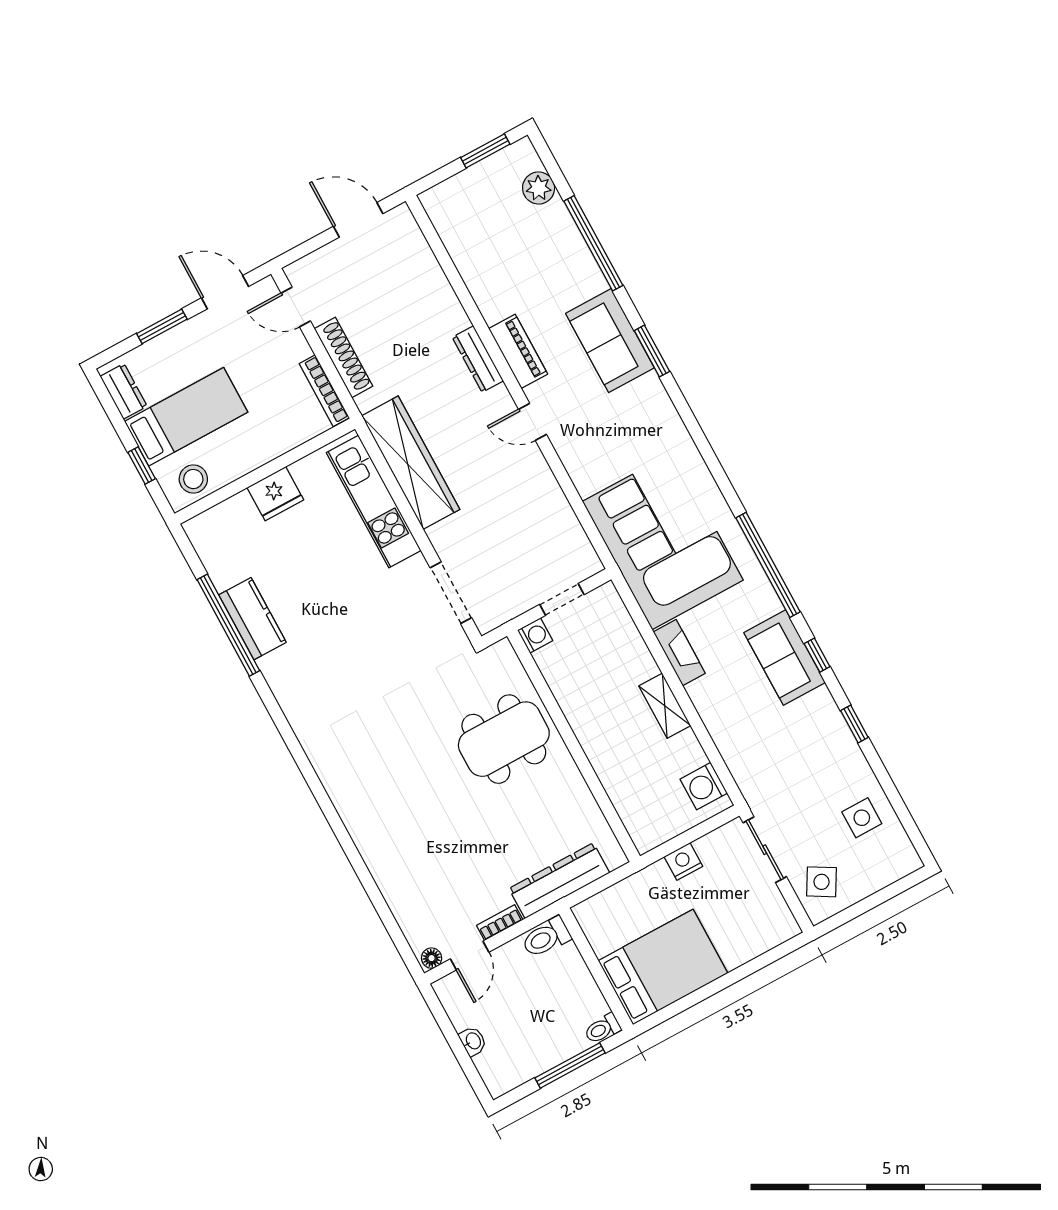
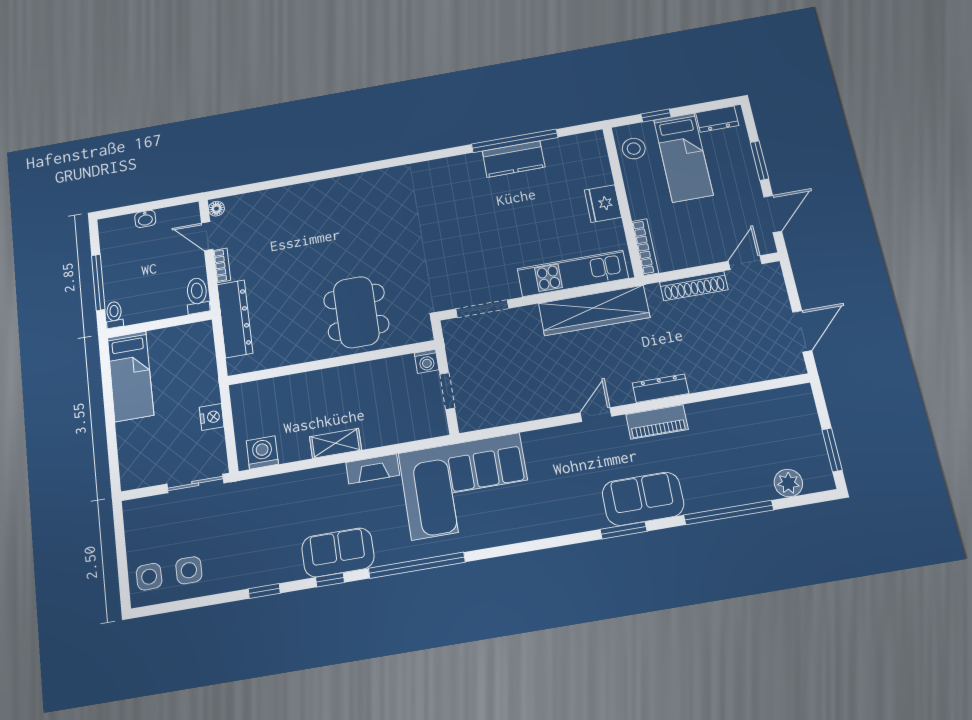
bookcase: (324, 391) -> (645, 247), moved, turned 90
side table: (822, 882) -> (149, 577), moved, turned -32
bed: (663, 967) -> (130, 376), width x0.67

